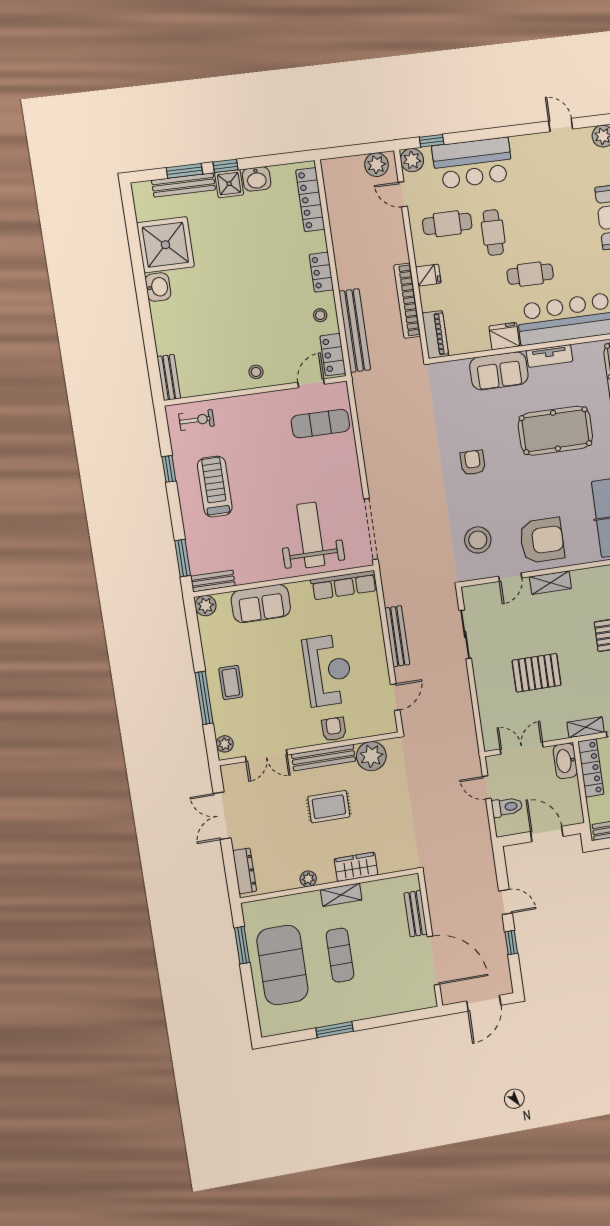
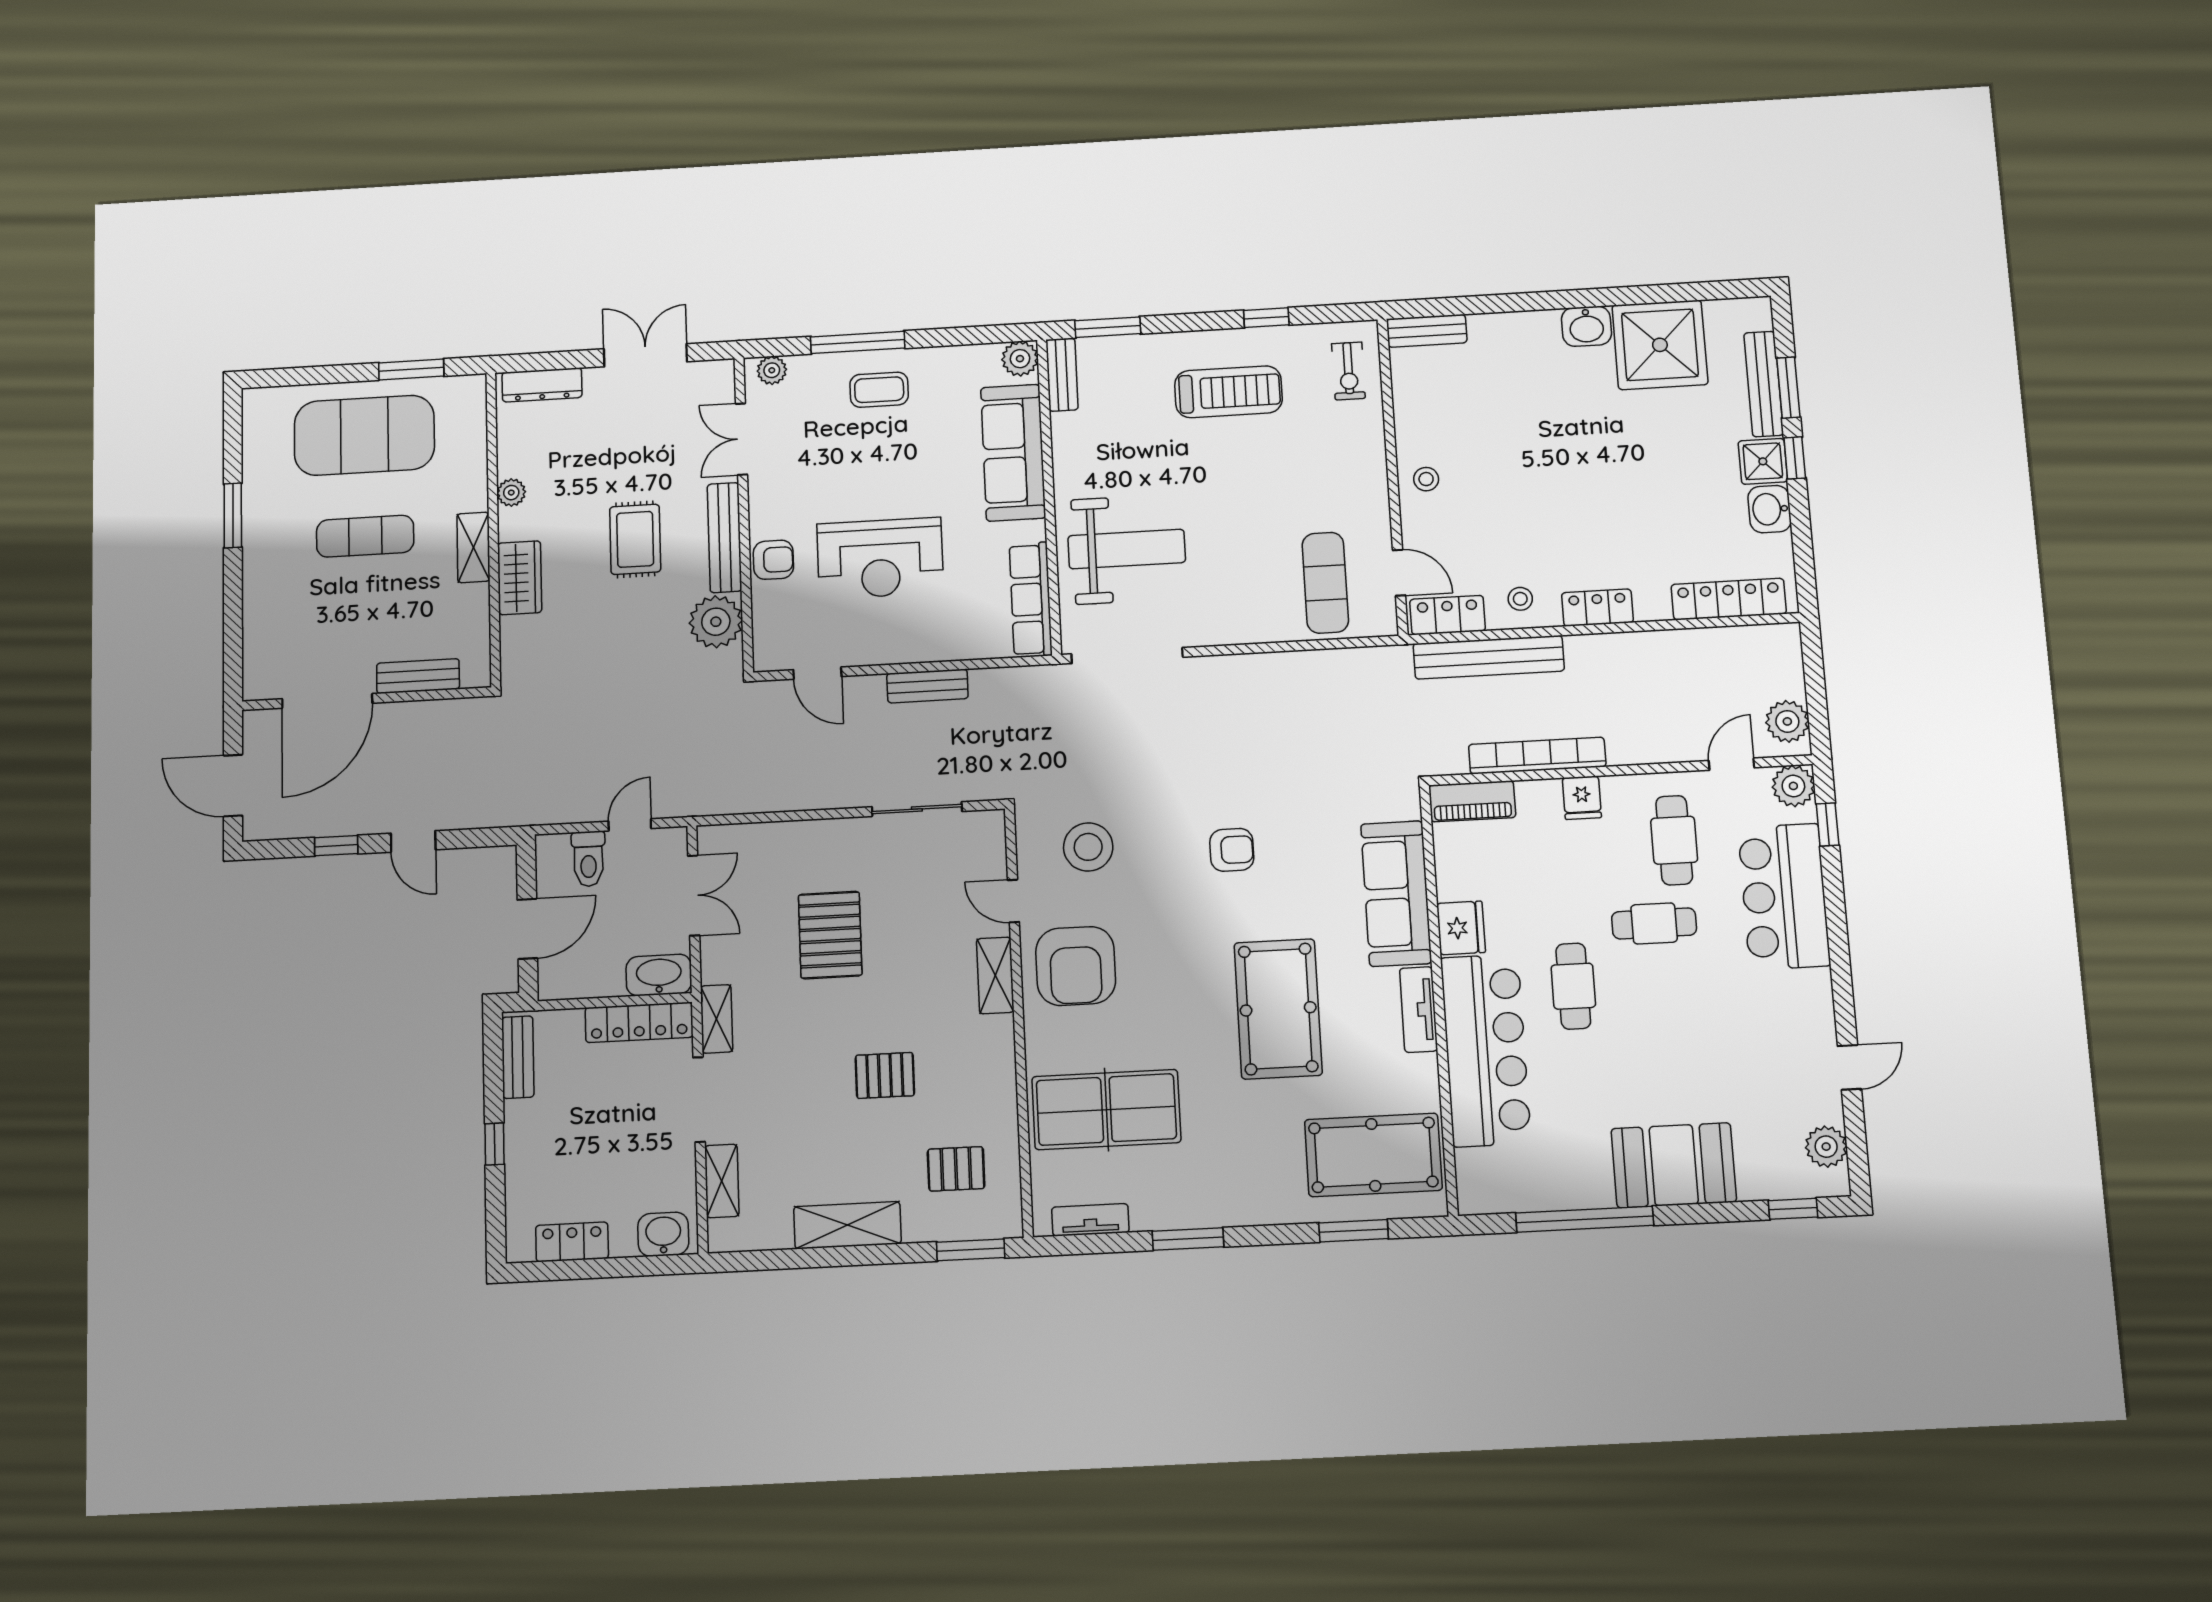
sofa: (499, 371) -> (1396, 894), width x1.36
sofa: (261, 604) -> (1013, 453), width x1.36
bench: (397, 636) -> (927, 686), width x0.73
door: (506, 902) -> (413, 841), hinge flipped

